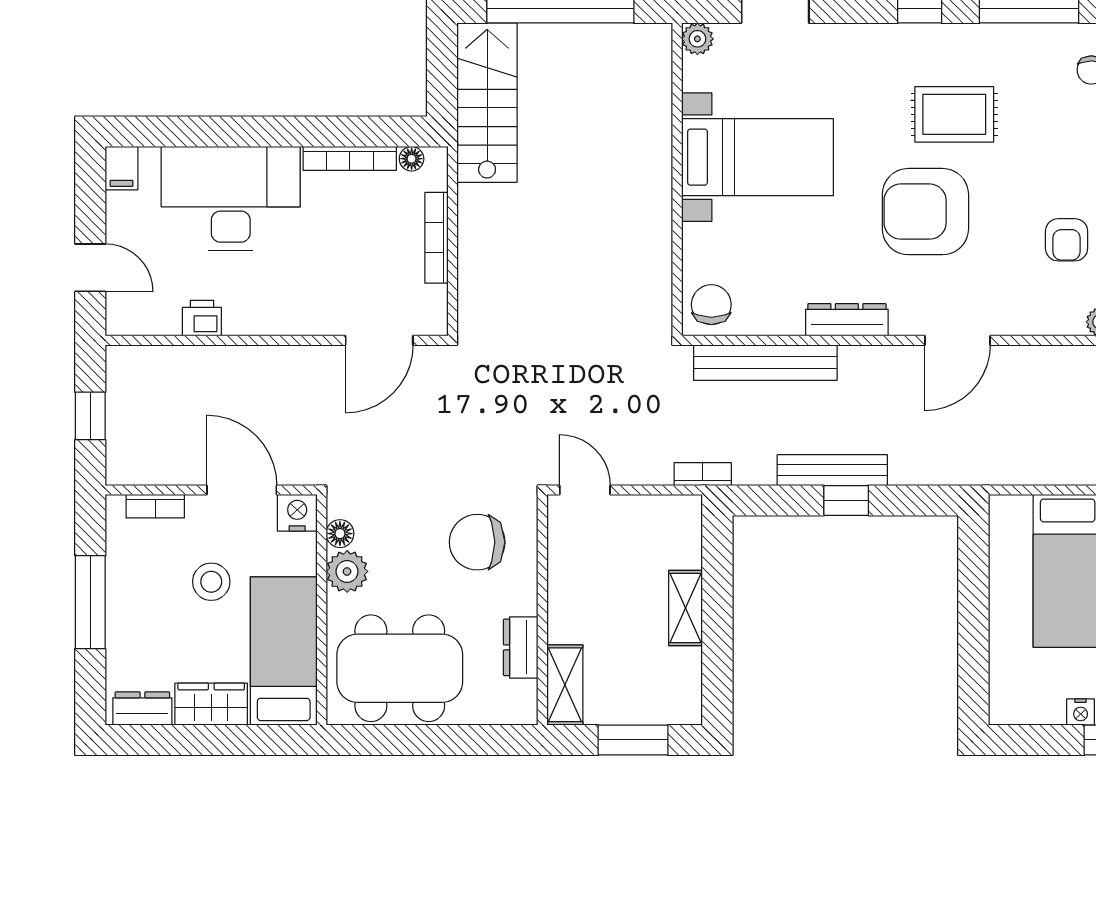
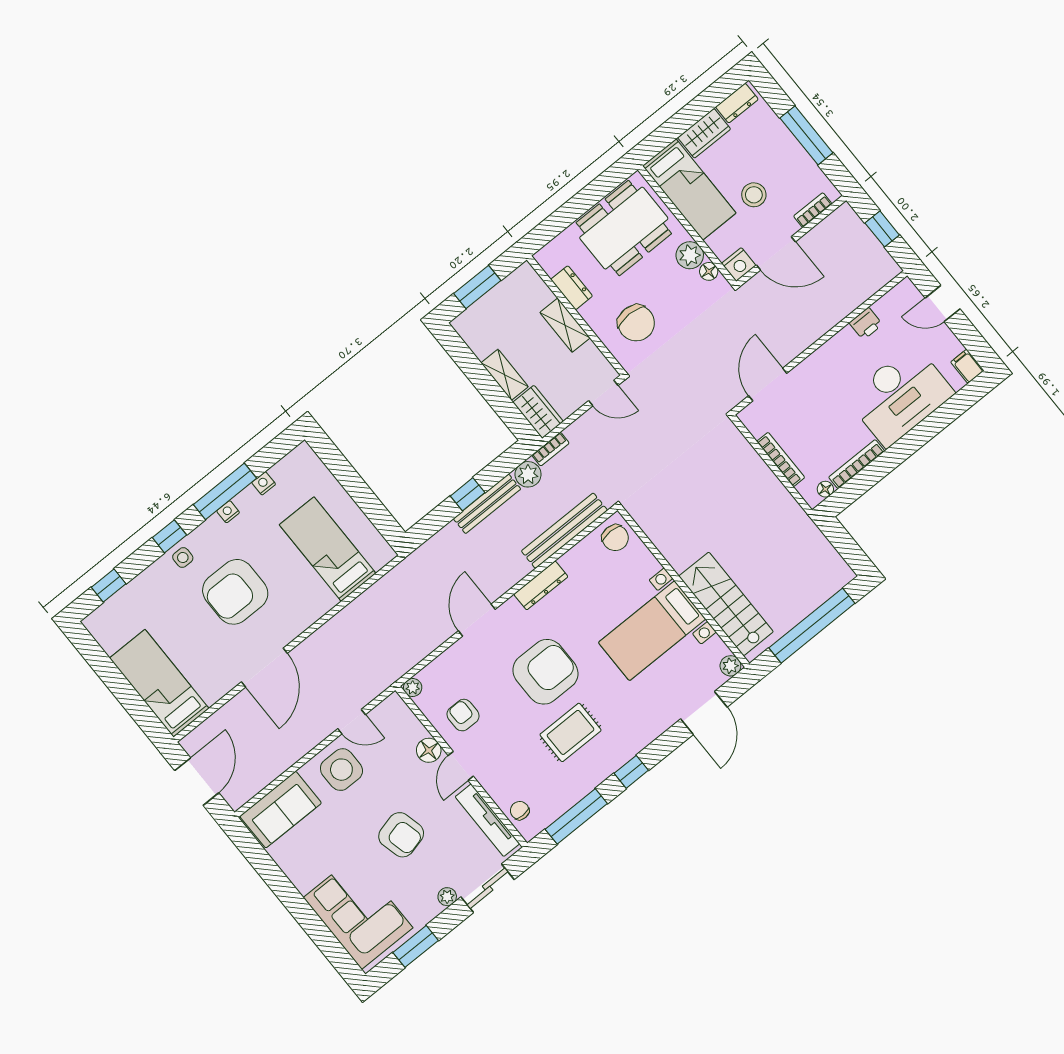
stairs: (487, 103) -> (726, 604), moved, turned 180
plant: (754, 466) -> (528, 474), added
wardrobe: (681, 531) -> (538, 412), added
chair: (477, 542) -> (636, 323), turned 90
shelving: (565, 685) -> (565, 325), moved

